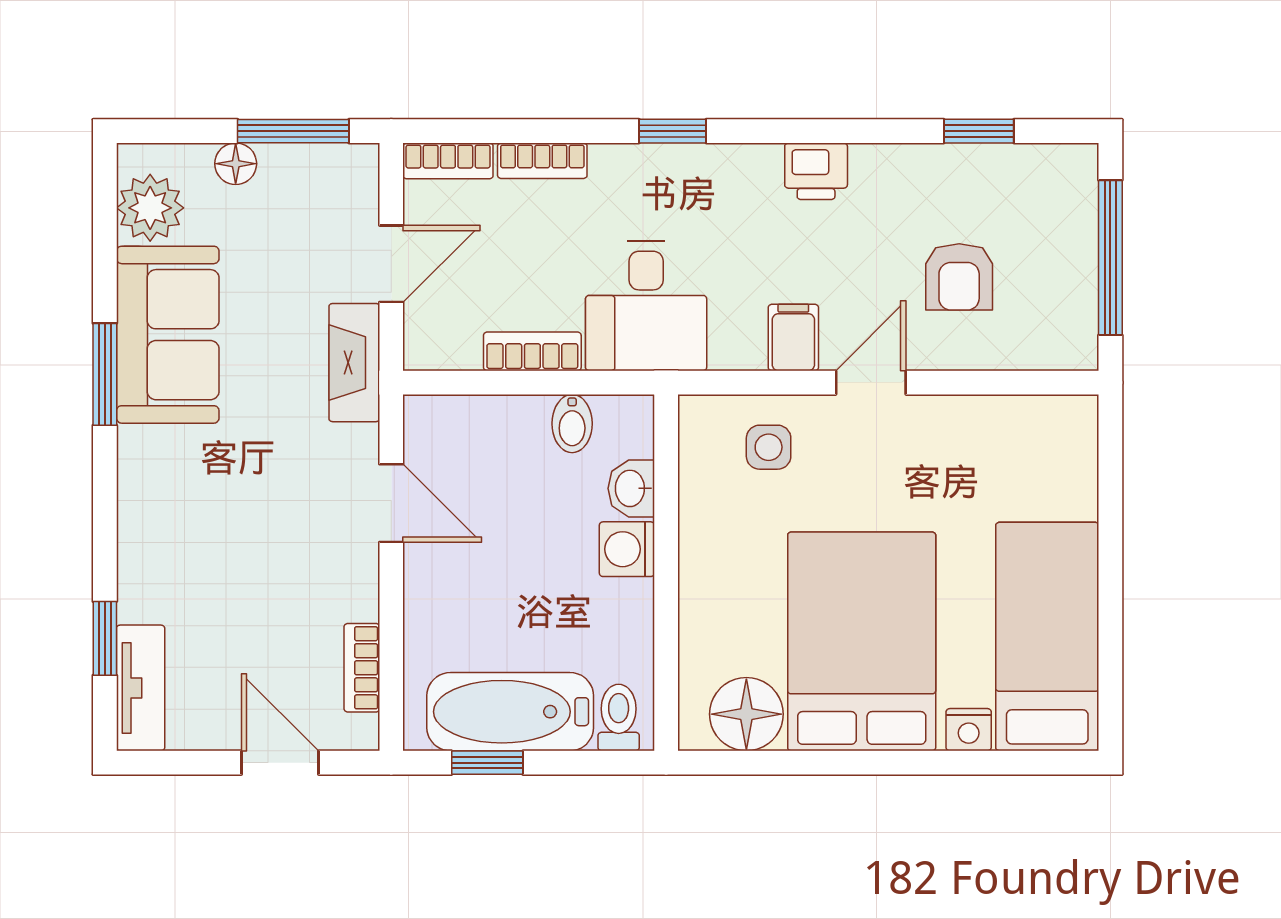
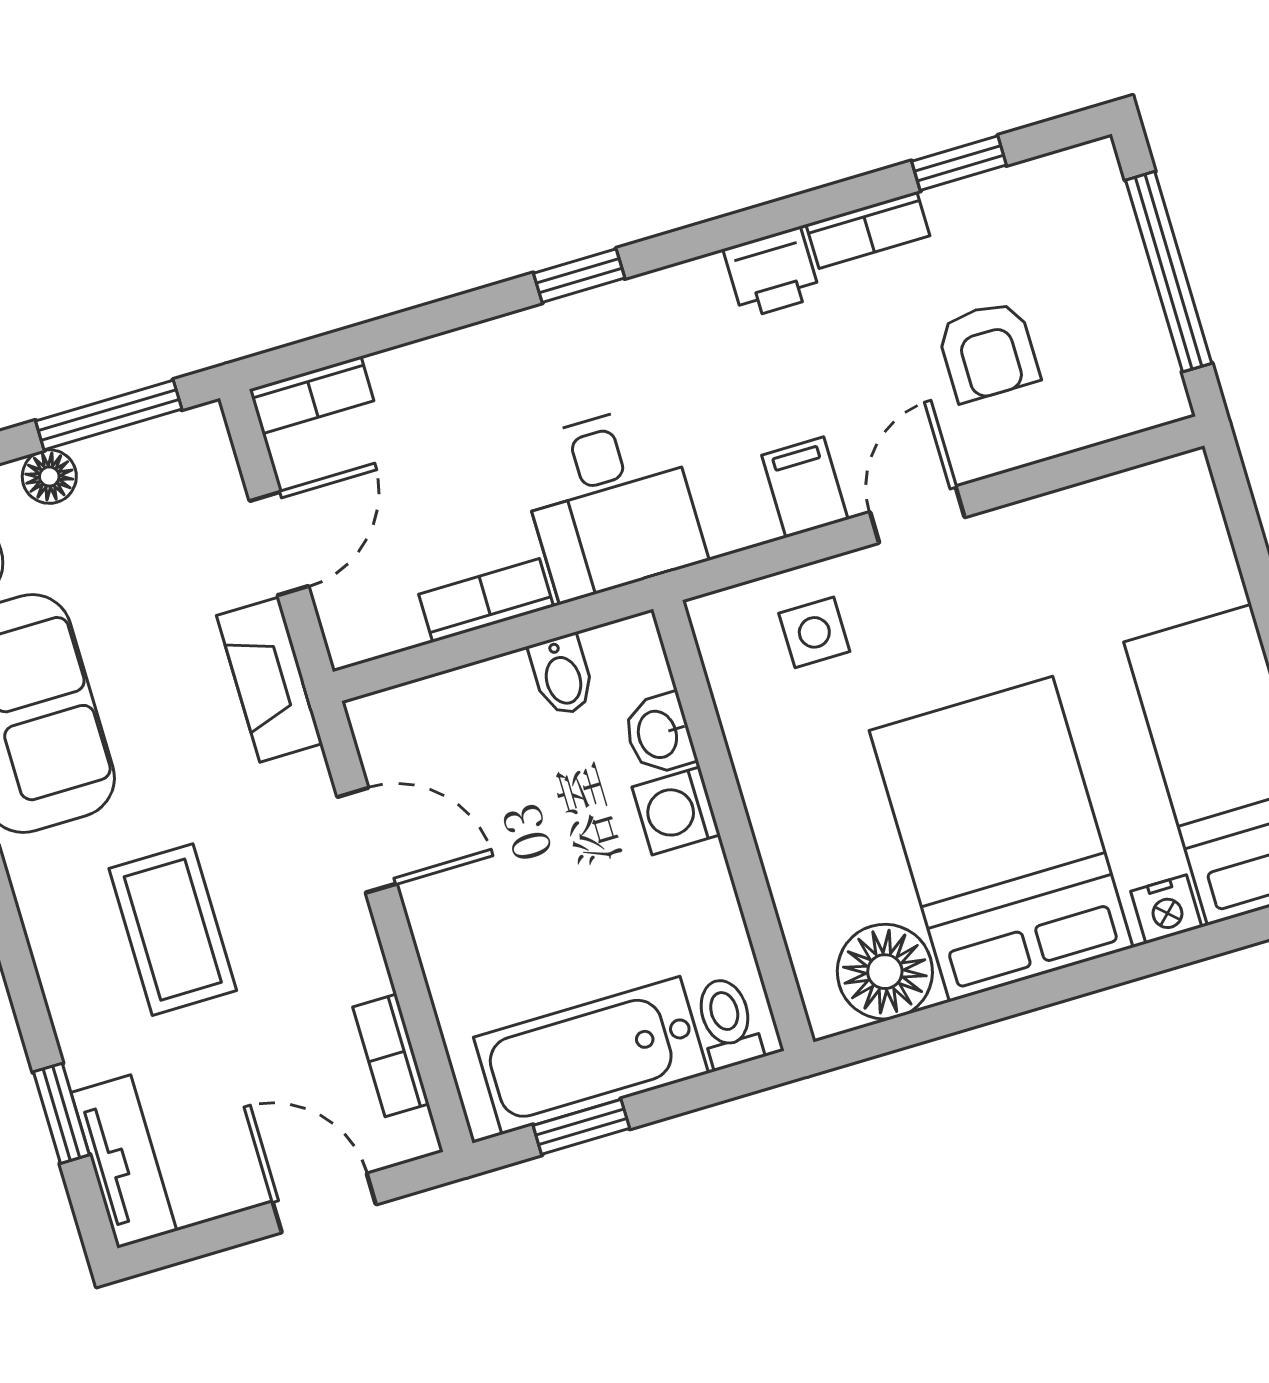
bookcase: (542, 161) -> (868, 230), moved
coffee table: (228, 527) -> (173, 930), added

